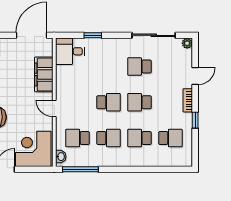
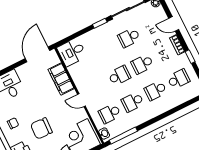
window: (93, 35) -> (100, 23), moved
door: (195, 76) -> (174, 24), swing flipped
school desk: (109, 138) -> (133, 102), turned 180

